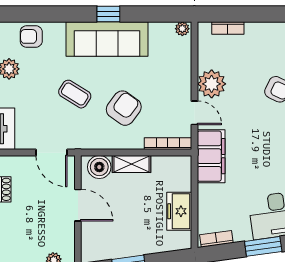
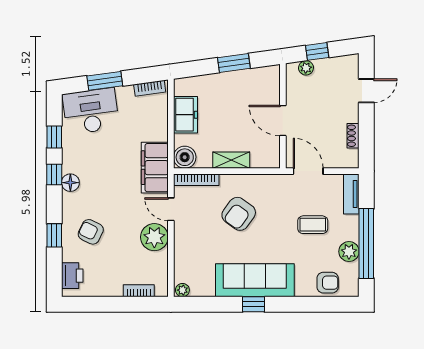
coffee table: (75, 94) -> (313, 225), moved, turned -32
boiler: (99, 167) -> (185, 157), moved

